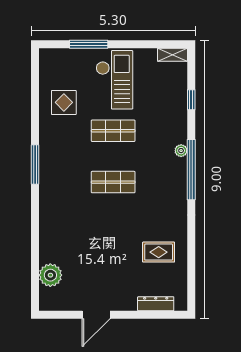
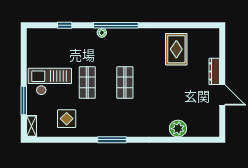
shelving: (173, 55) -> (31, 126), moved
rug: (159, 252) -> (176, 49), width x1.36, depth x1.43
plant: (50, 275) -> (178, 129), moved
dresser: (156, 304) -> (214, 71), moved

